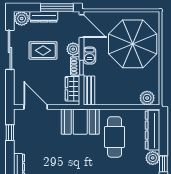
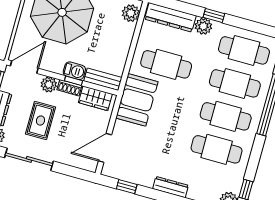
barbecue: (90, 56) -> (74, 71), moved

